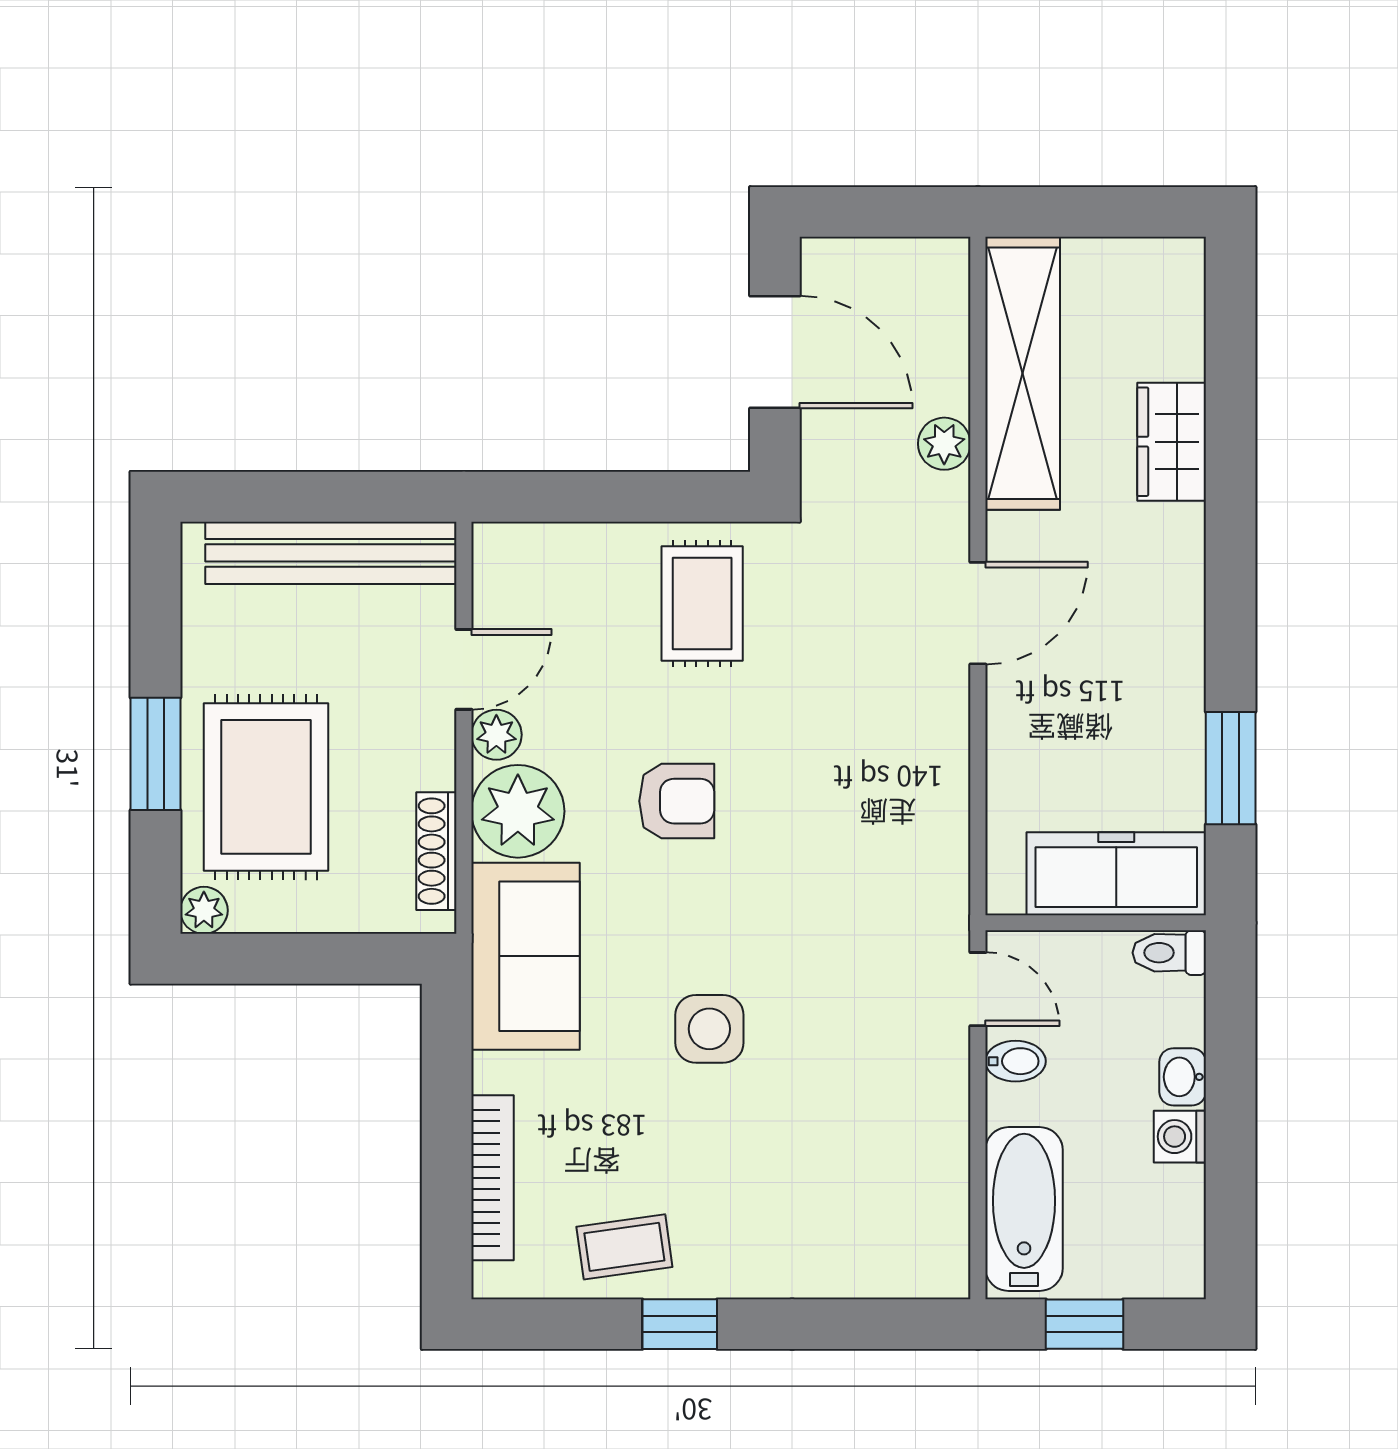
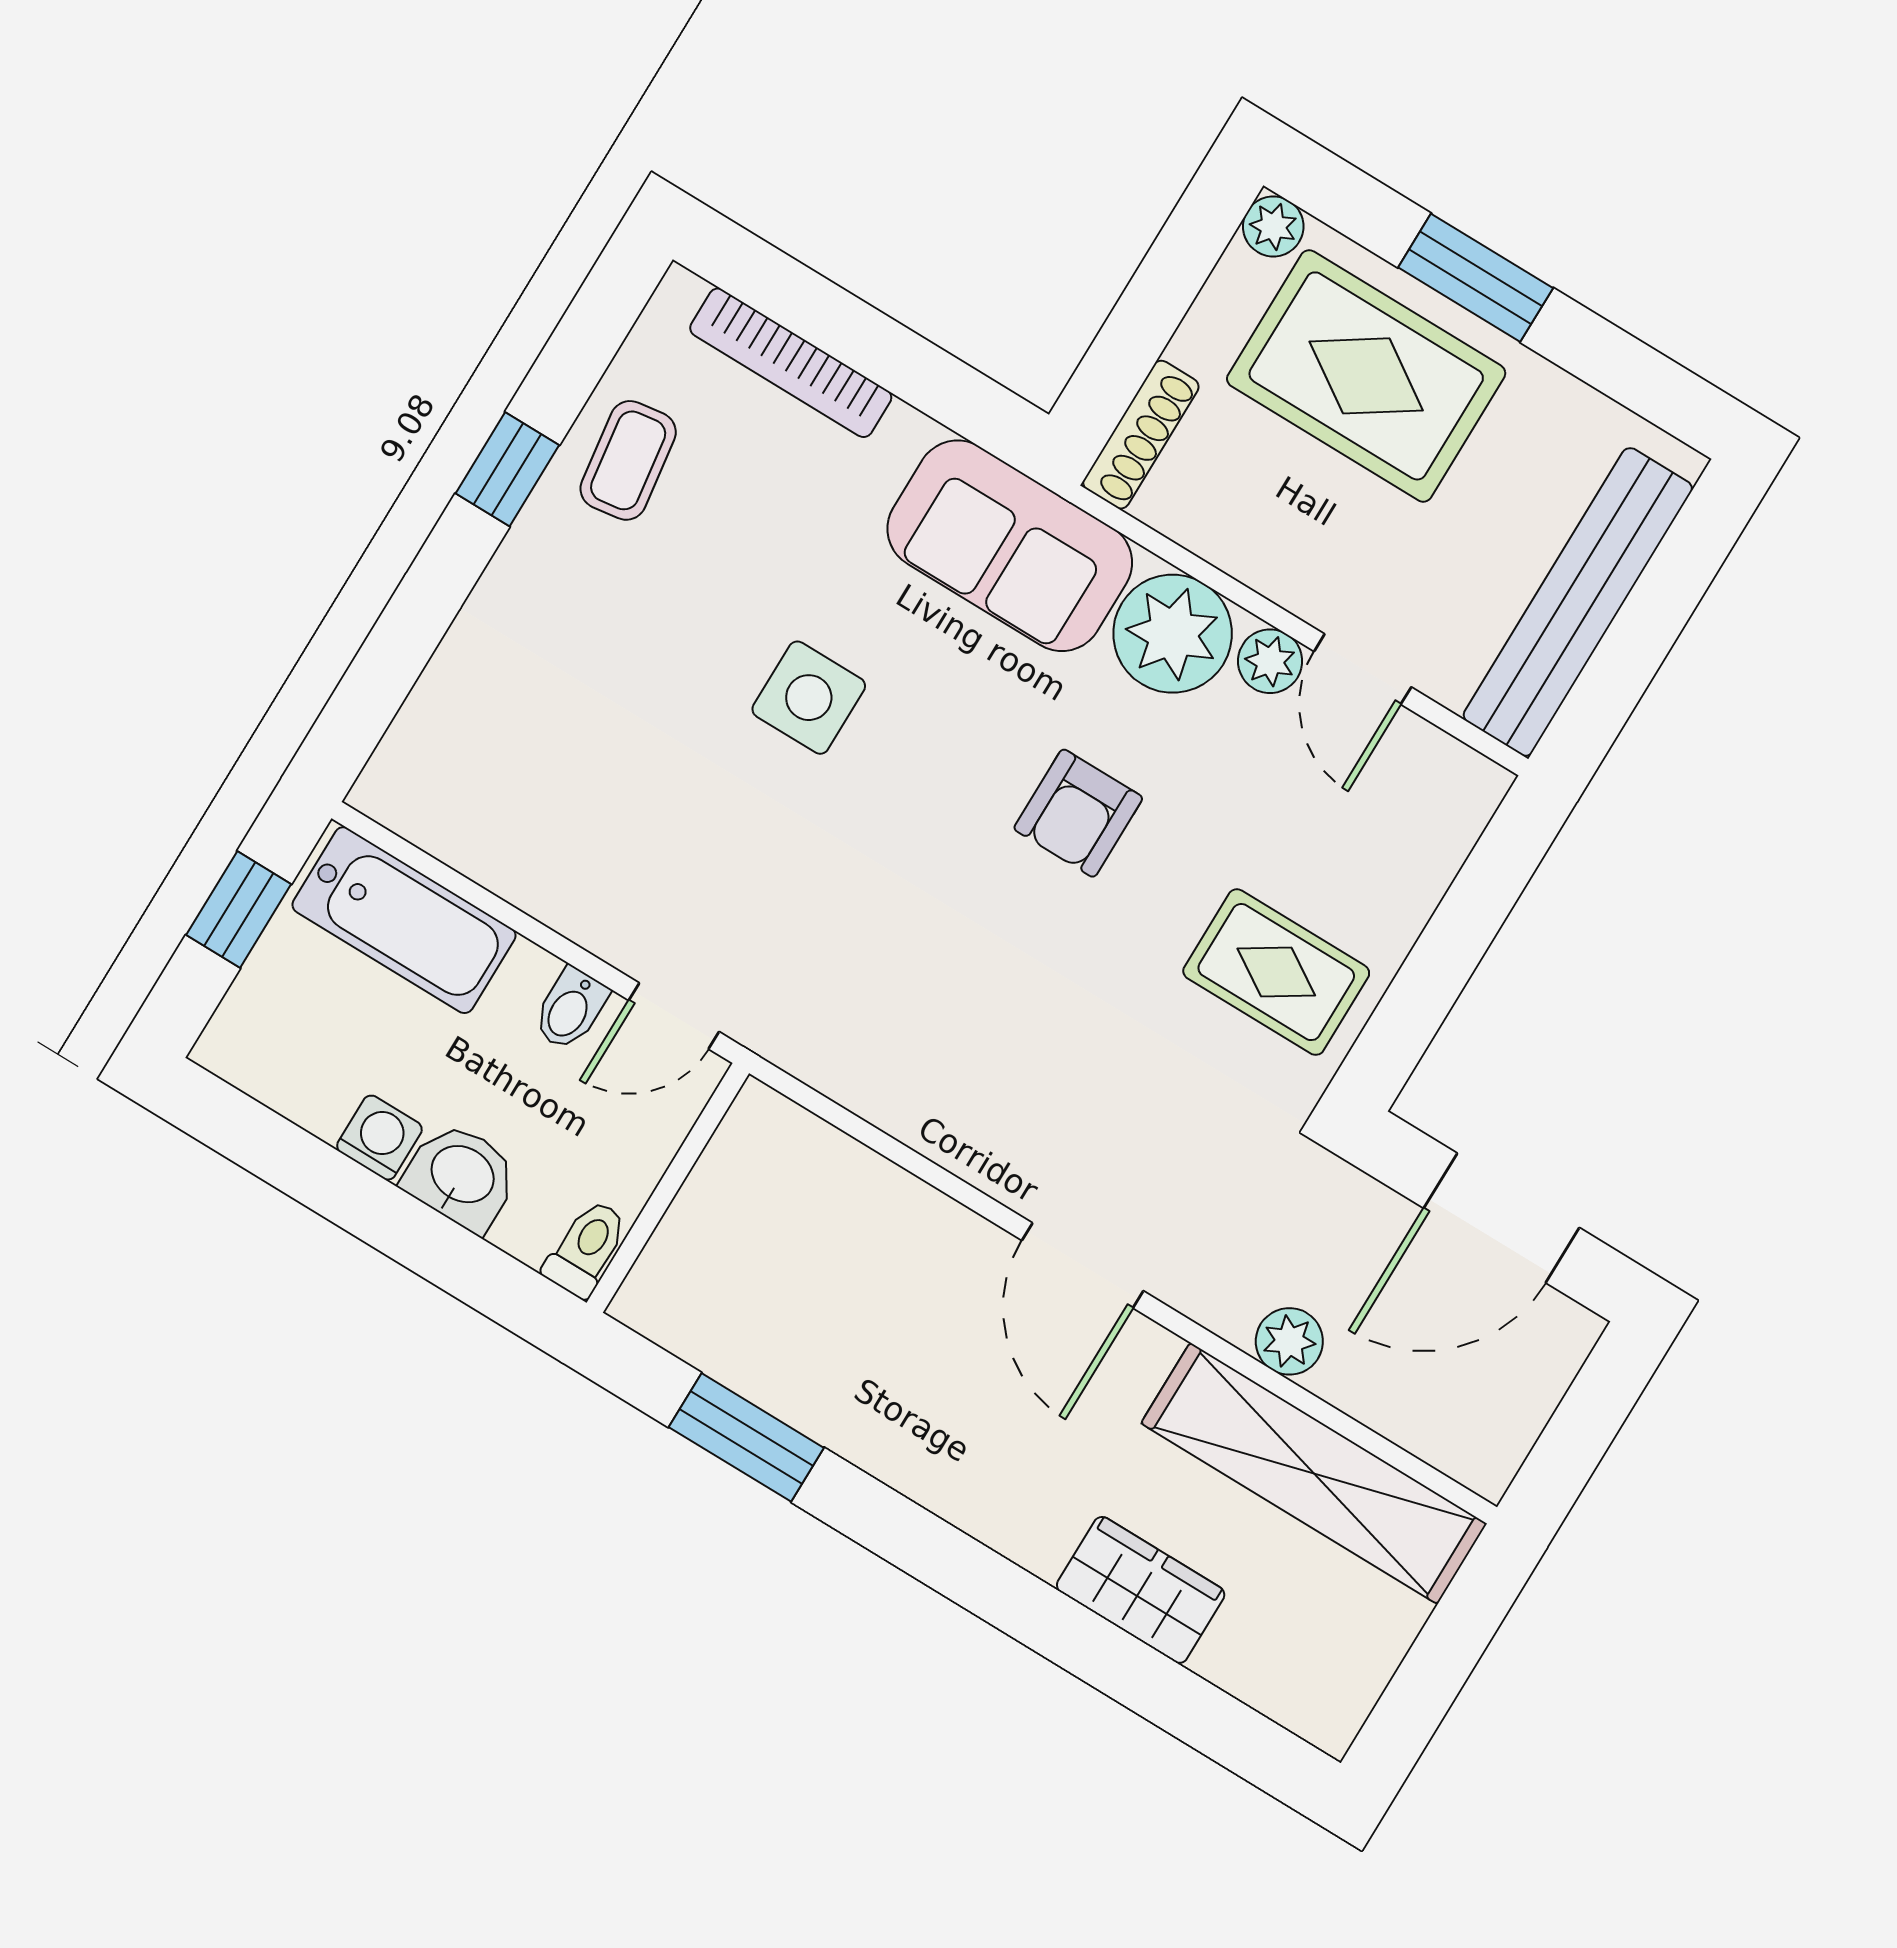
shoe rack: (436, 851) -> (1141, 435), moved, turned 90
freezer: (1116, 874) -> (707, 1243), removed
washbasin: (1183, 1077) -> (461, 1176), width x1.38, depth x1.45

